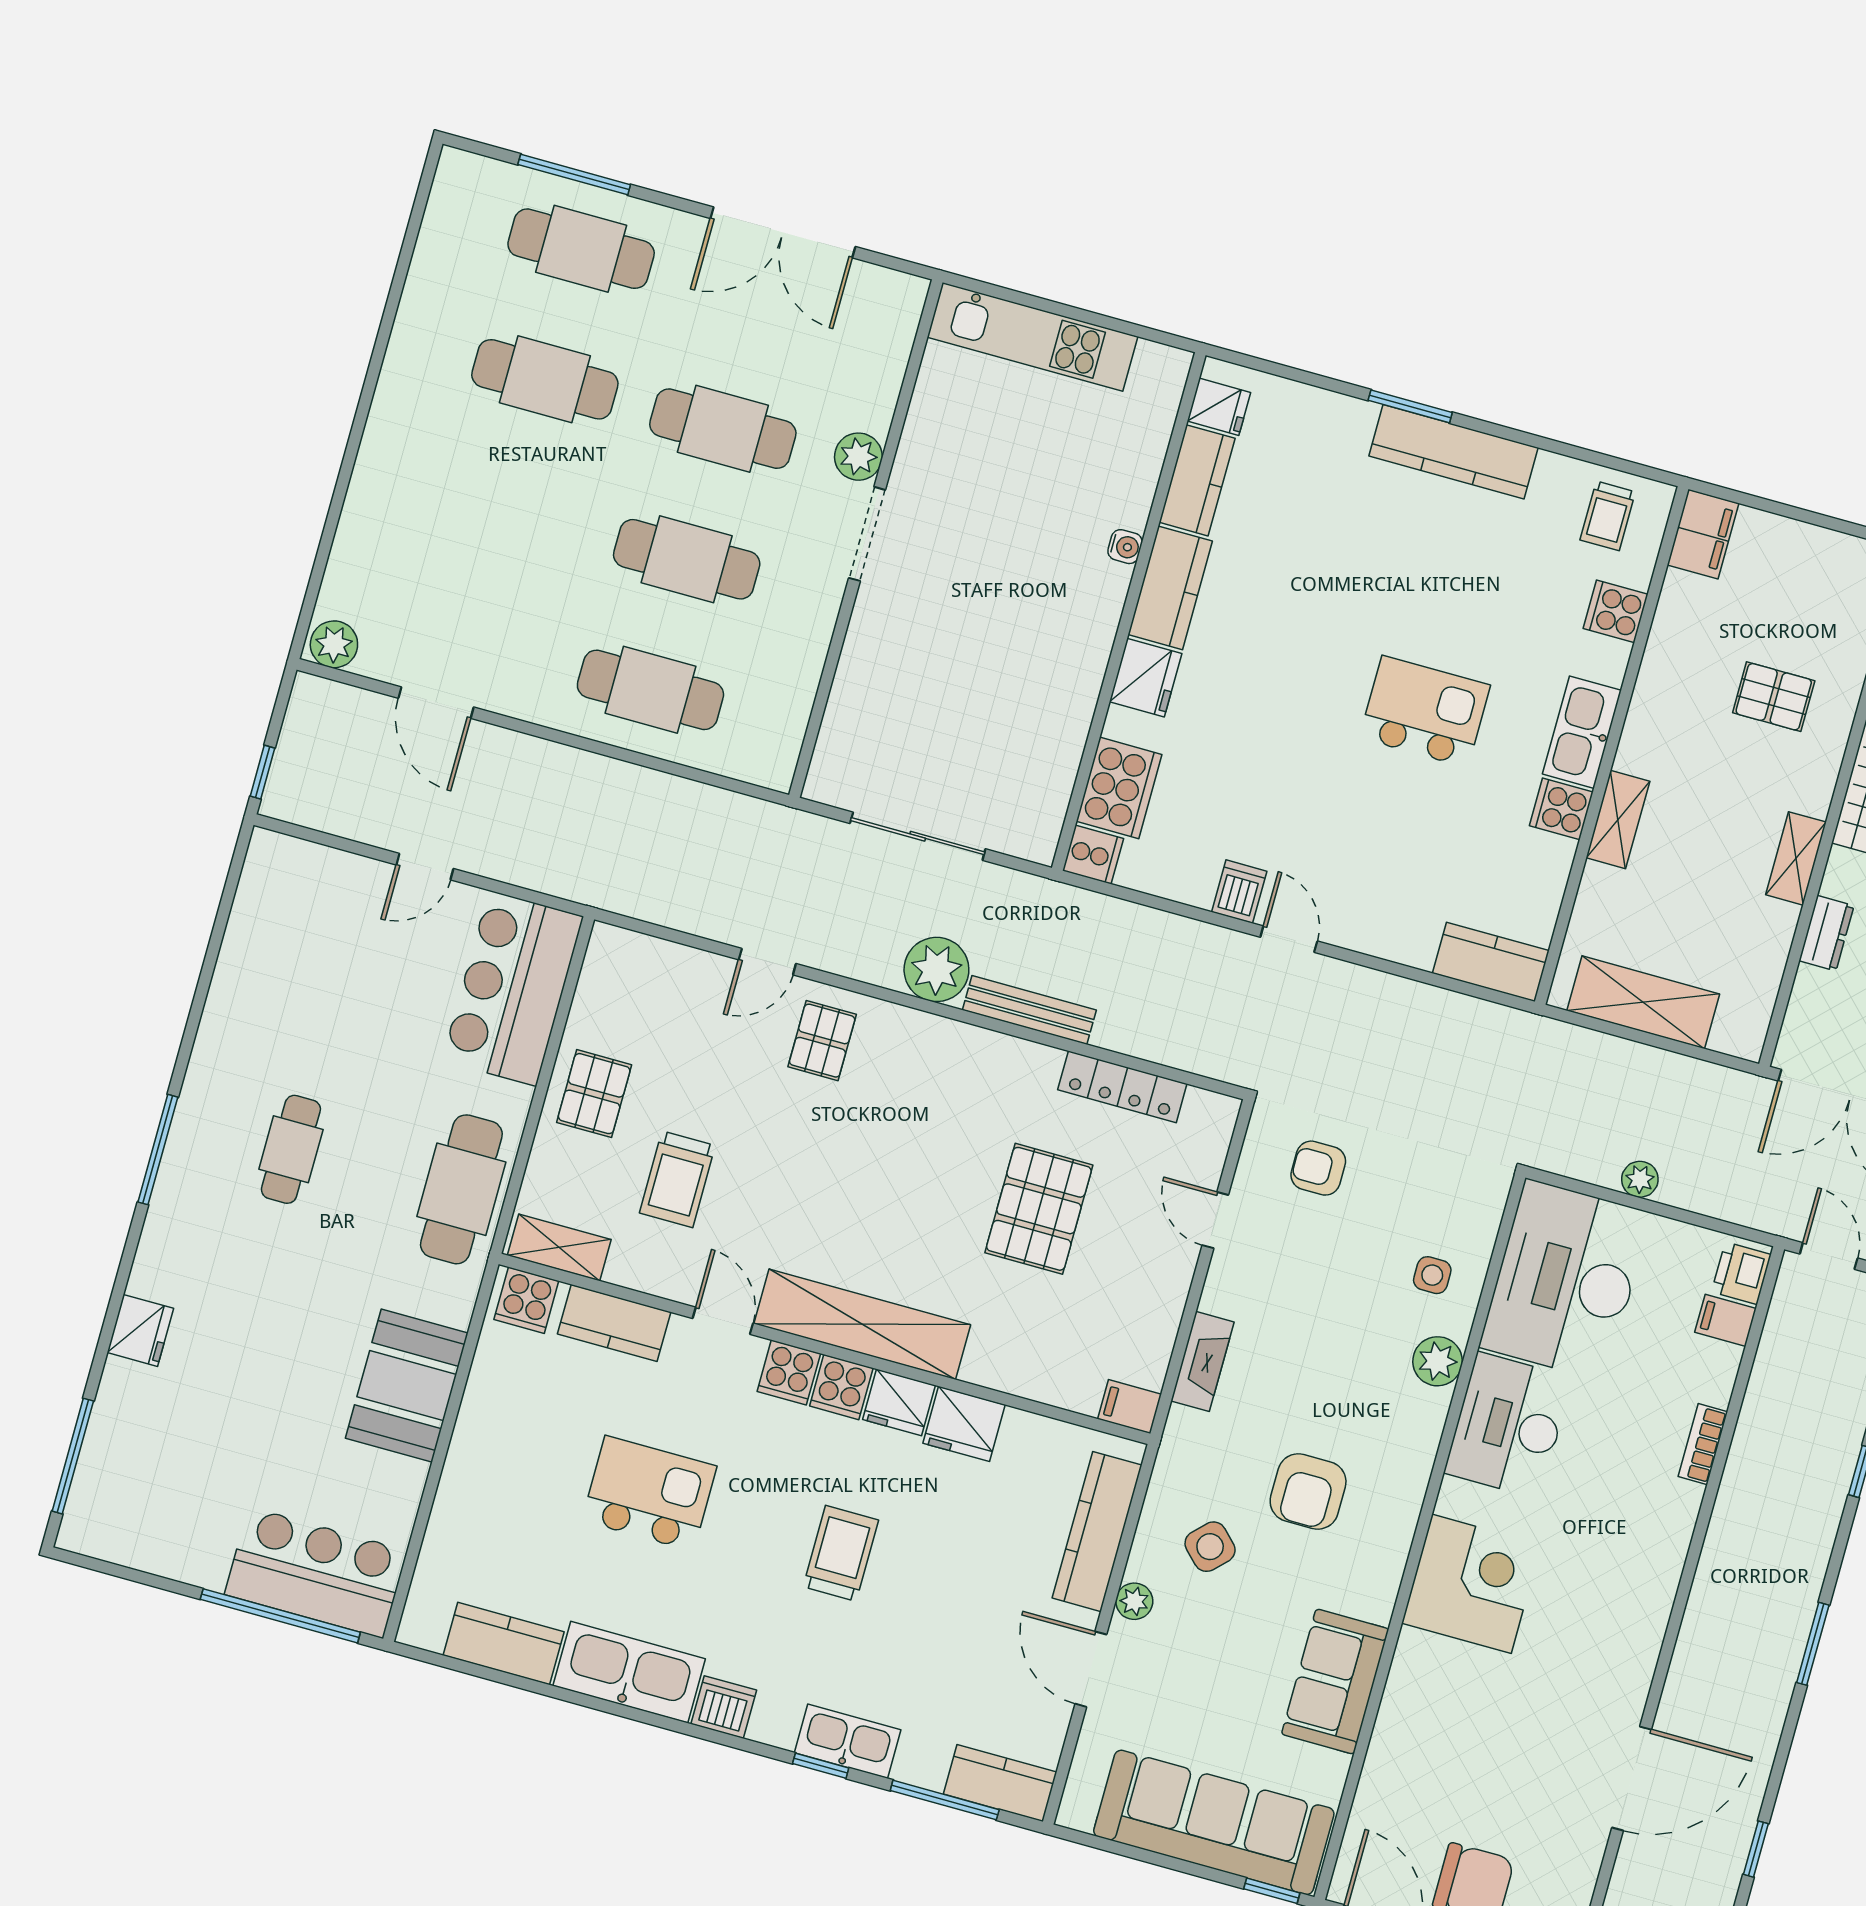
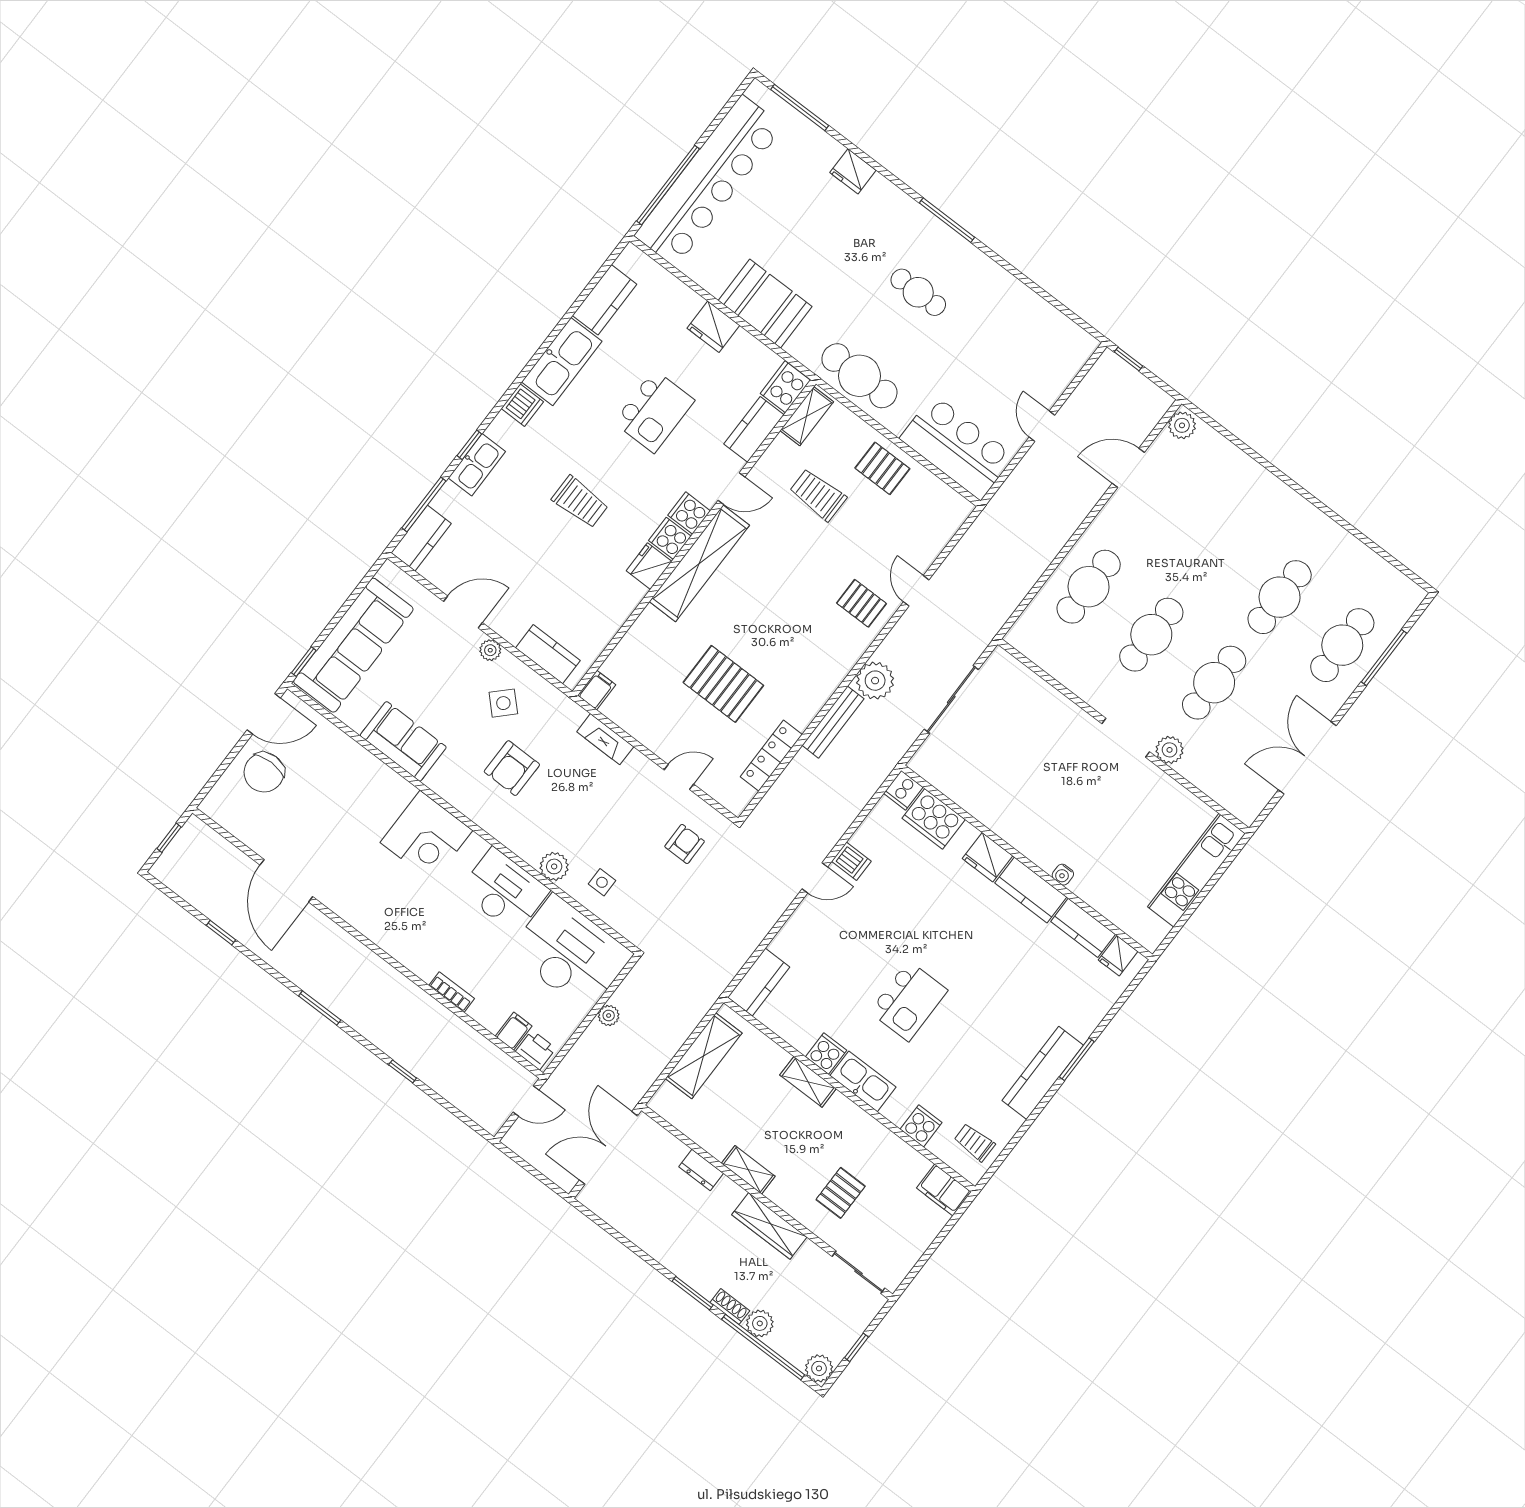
cooker: (526, 1300) -> (785, 387), width x1.36
fridge: (964, 1424) -> (713, 327), moved, turned -90
armchair: (1308, 1491) -> (512, 768), turned -90
kitchen counter: (1097, 1532) -> (548, 654), width x0.67
bar counter: (316, 1573) -> (709, 181), width x1.86

